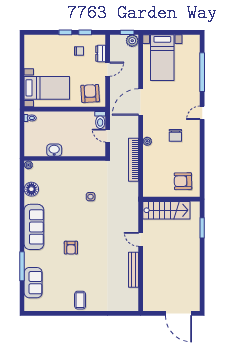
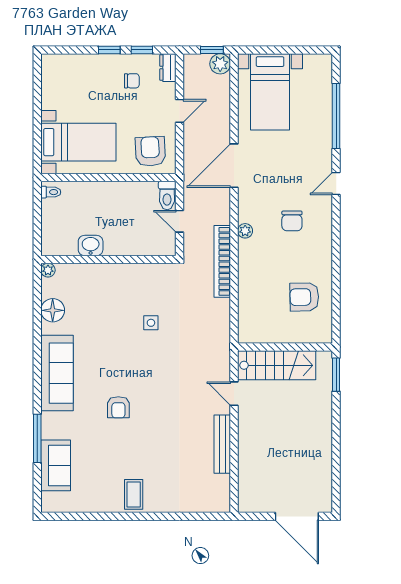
dresser: (101, 54) -> (168, 68), moved
wall: (171, 199) -> (285, 347), moved
stairs: (166, 210) -> (277, 365), moved

